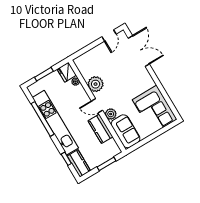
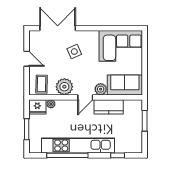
door: (109, 35) -> (27, 59), moved
coffee table: (87, 65) -> (42, 84), added
side table: (128, 75) -> (74, 52), added
kitchen counter: (79, 163) -> (129, 146), removed

